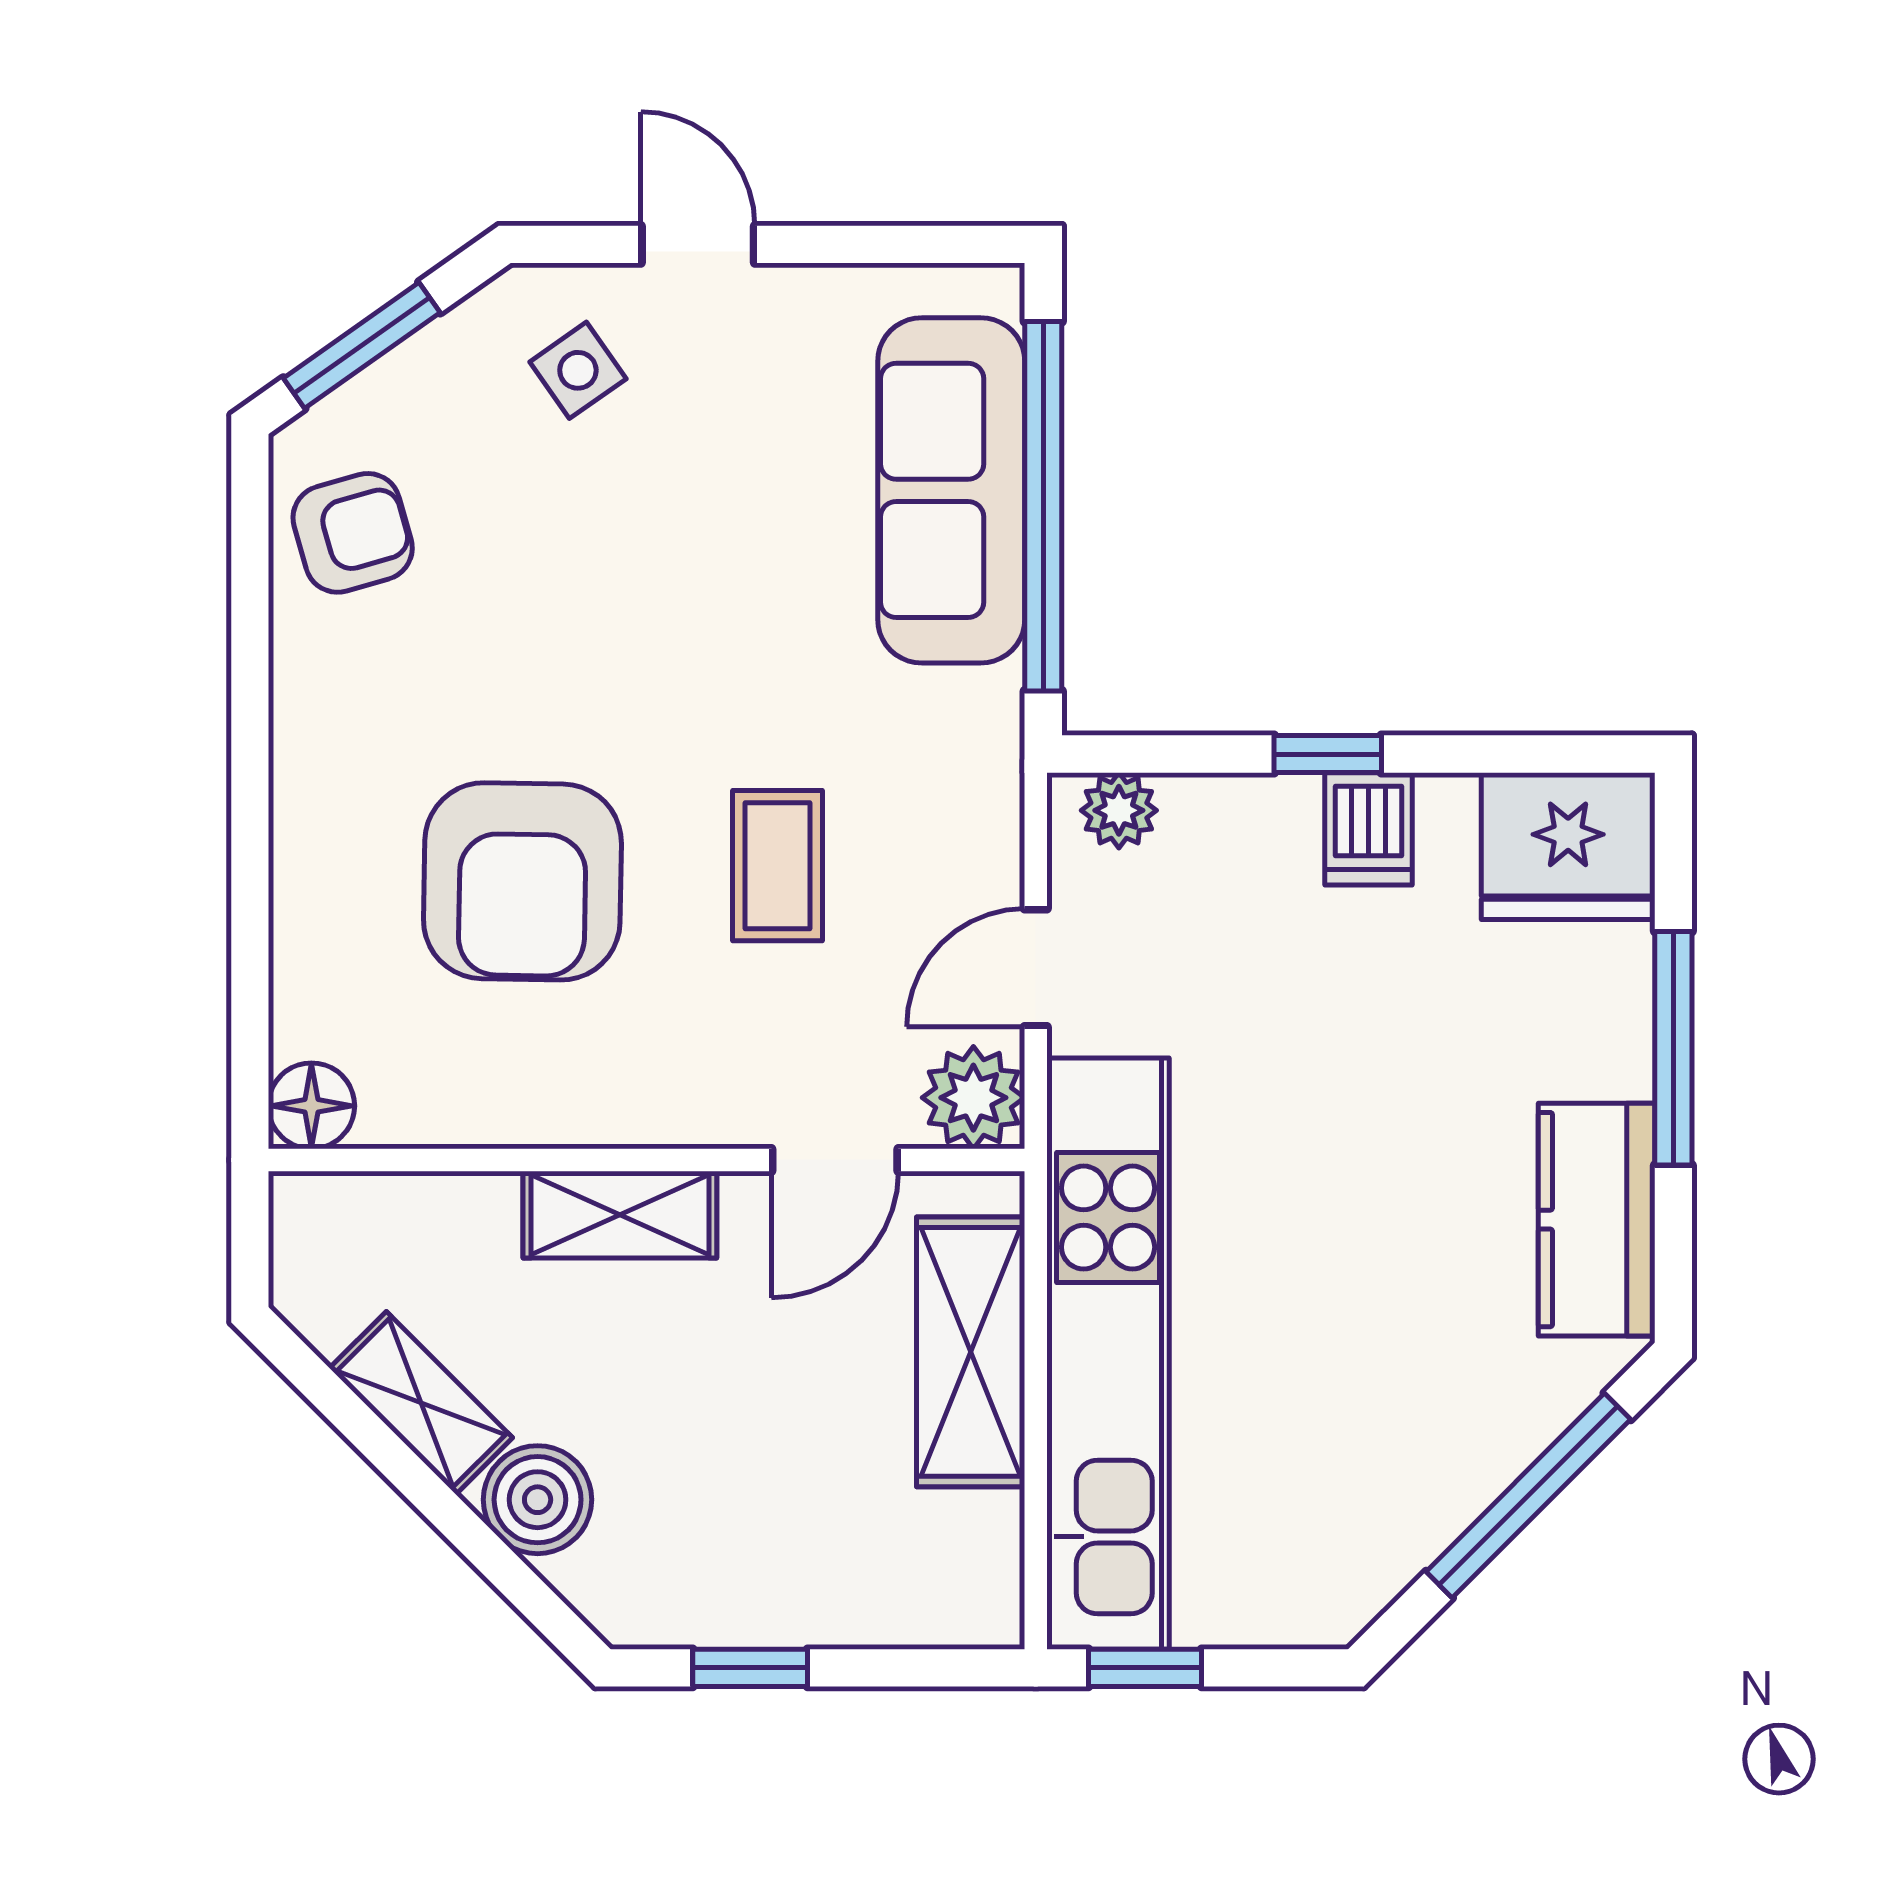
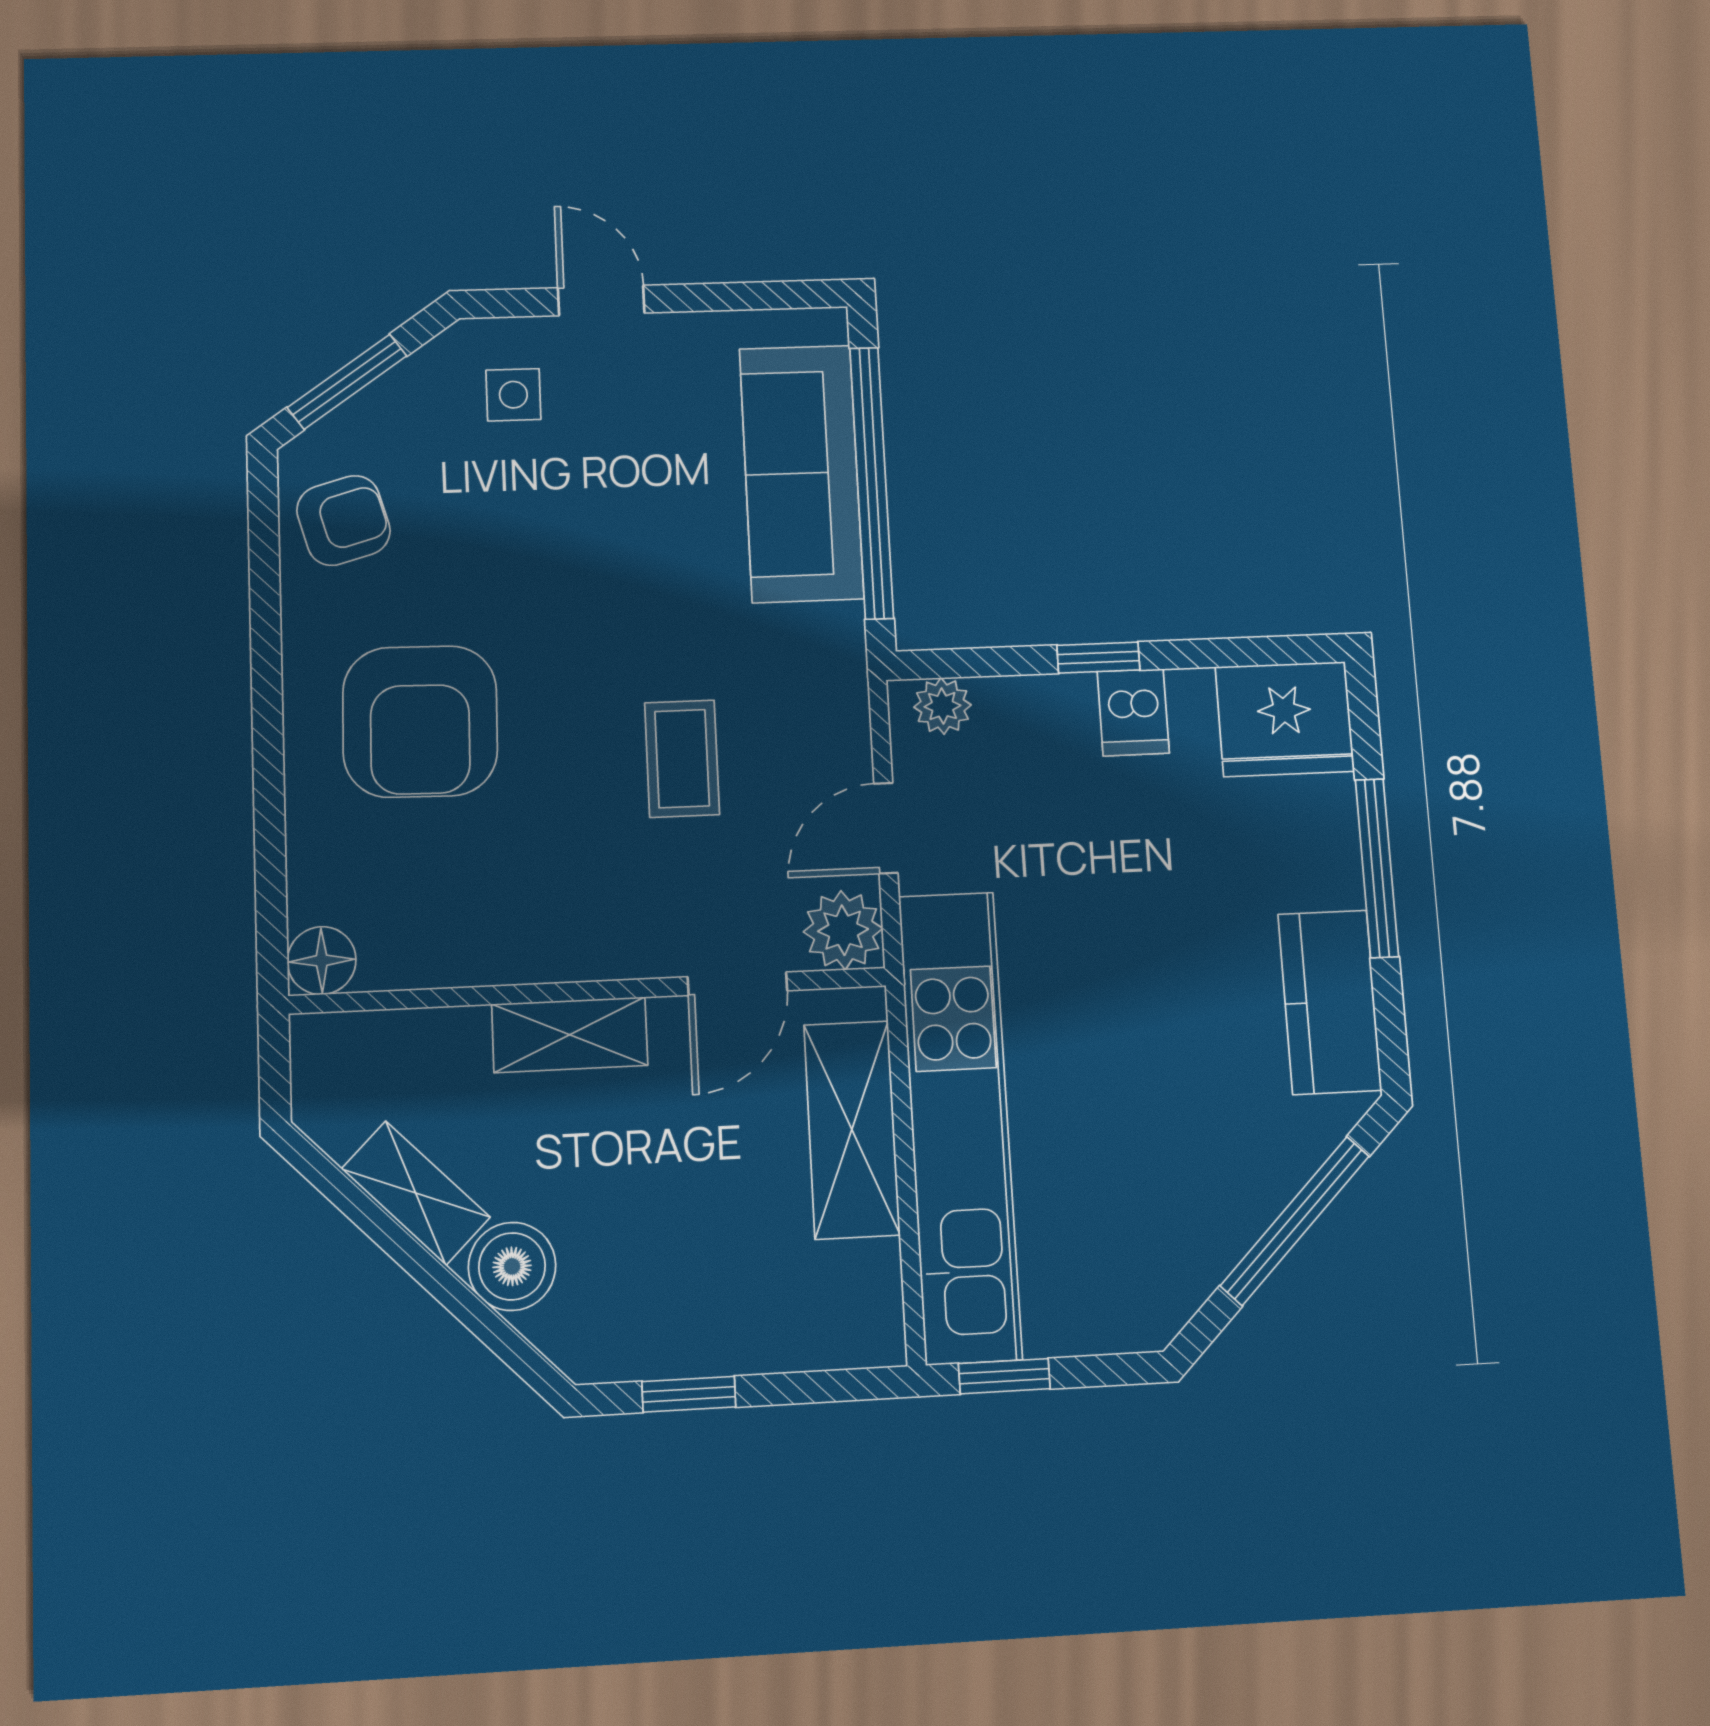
side table: (578, 370) -> (513, 395), turned 35
armchair: (522, 881) -> (420, 721), moved

